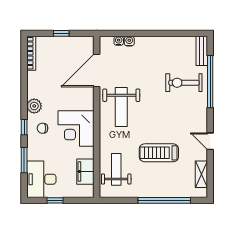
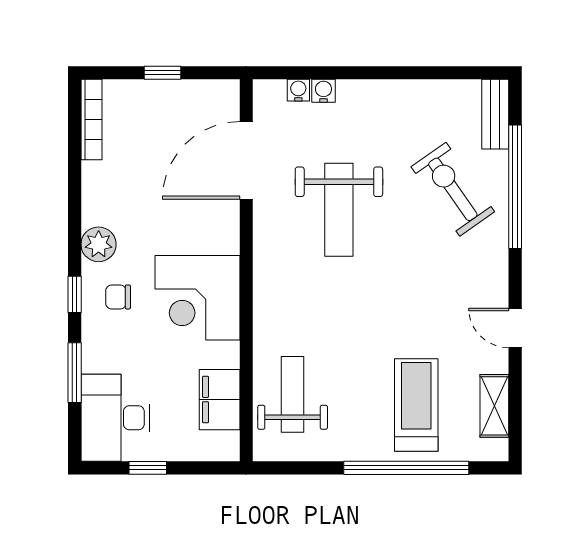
exercise bike: (184, 83) -> (453, 189), turned 55
weight bench: (121, 107) -> (339, 210), moved
treadmill: (159, 153) -> (416, 405), moved, turned 90

